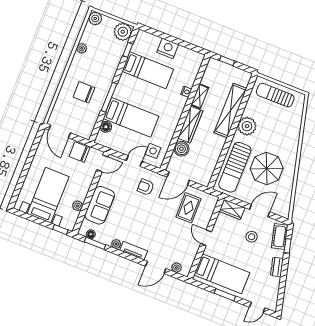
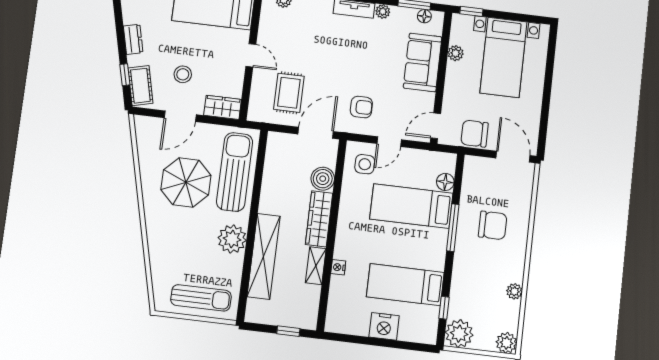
chair: (80, 152) -> (475, 134), turned 180

